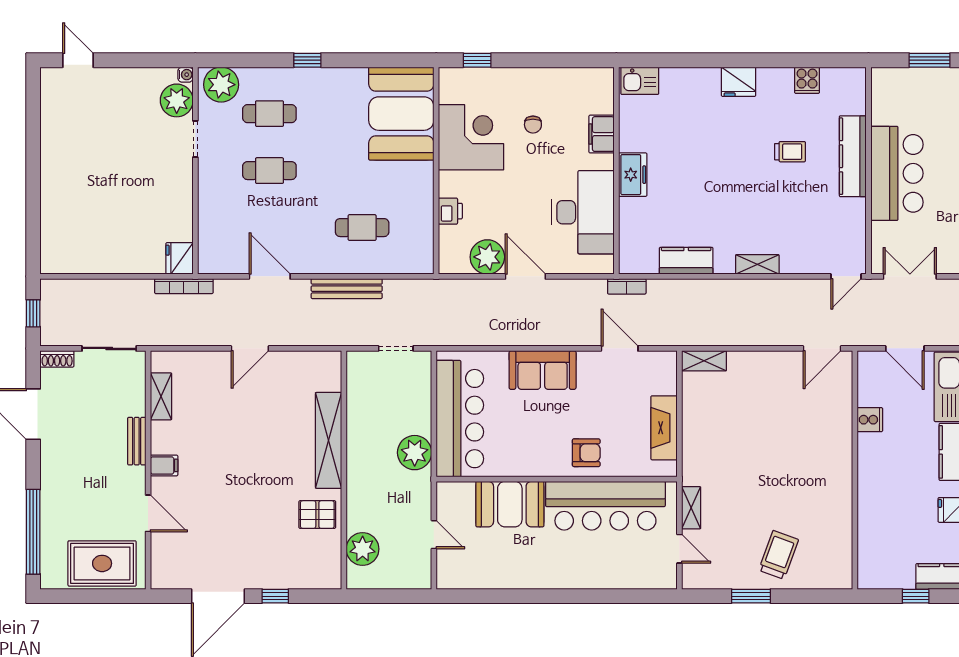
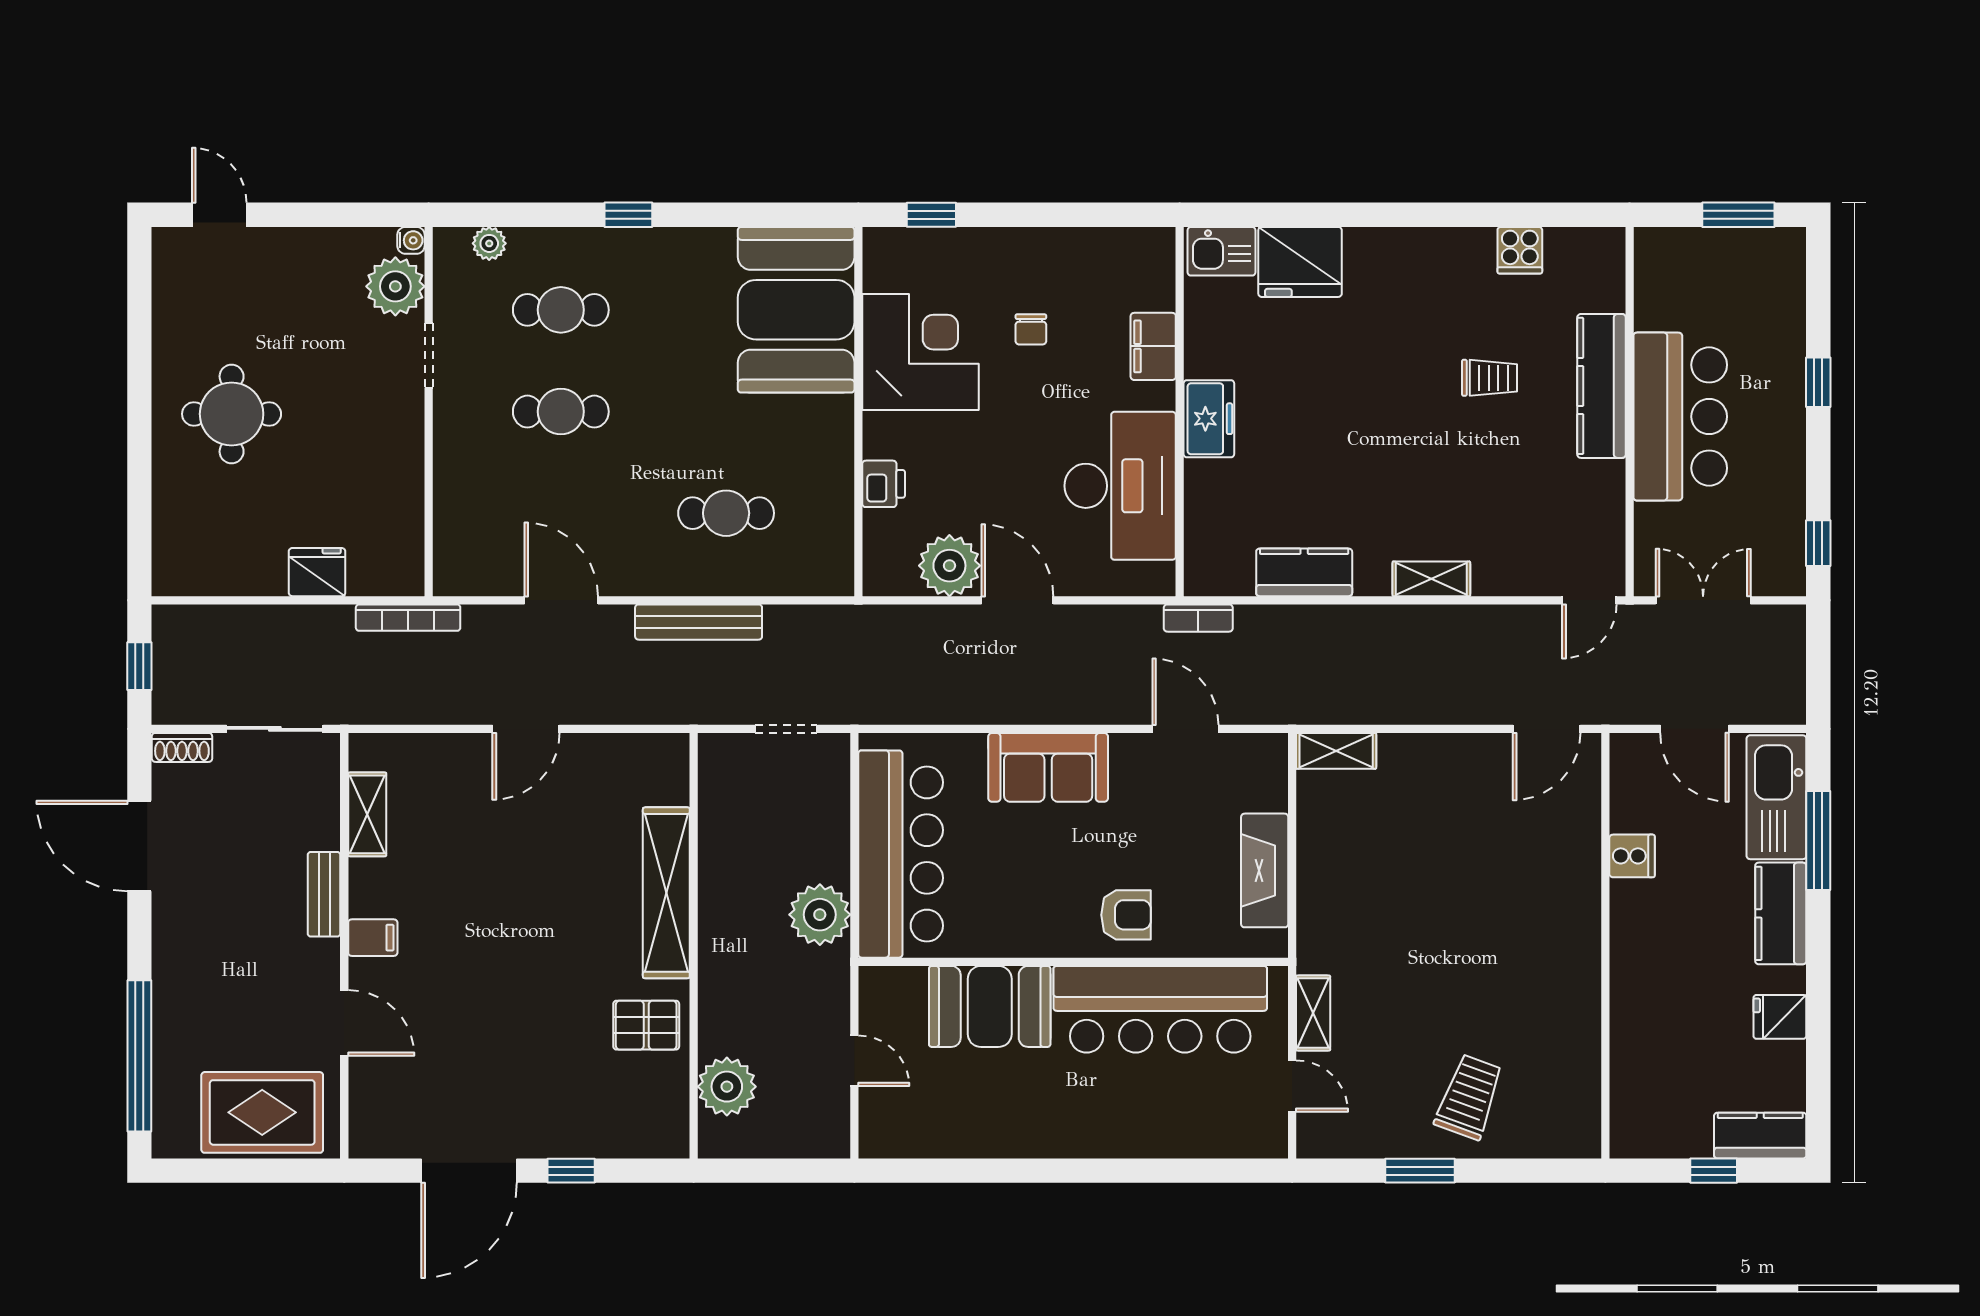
fridge: (739, 82) -> (1300, 262), moved, width x1.36, depth x1.34
plant: (221, 85) -> (489, 243), width x0.53, depth x0.53
round table: (85, 172) -> (232, 414), added
fridge: (180, 258) -> (317, 572), moved, turned 90

